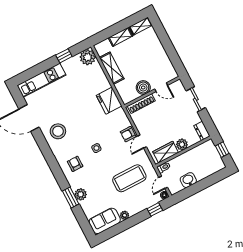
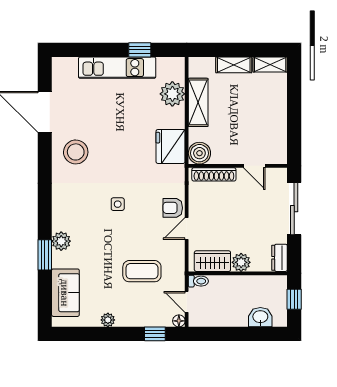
plant: (88, 57) -> (172, 94), moved
kitchen unit: (41, 80) -> (117, 68), moved
boiler: (143, 88) -> (199, 153), moved
sliding door: (196, 99) -> (294, 209), width x1.37
armchair: (75, 164) -> (76, 211), removed
coffee table: (129, 178) -> (142, 271), width x0.73, depth x0.76
washbasin: (188, 180) -> (260, 317), moved
door: (163, 182) -> (187, 302), hinge flipped
plant: (81, 194) -> (61, 241), moved
sofa: (105, 221) -> (65, 293), moved, turned 90

